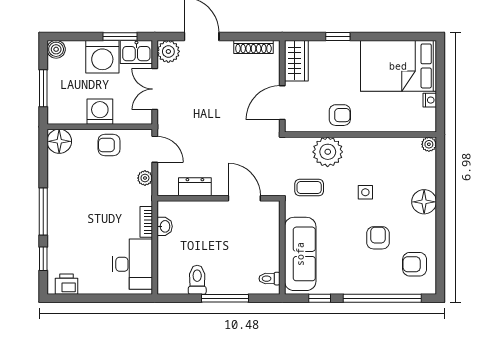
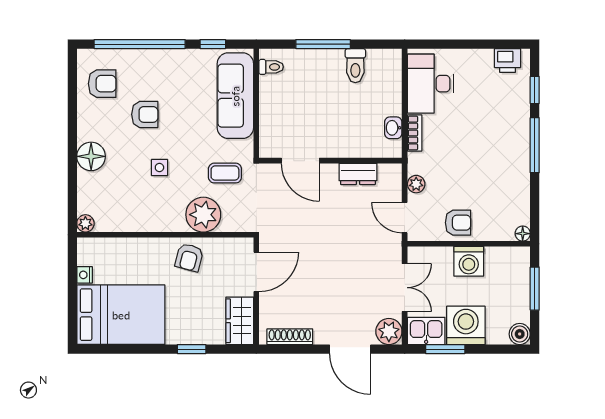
armchair: (340, 115) -> (189, 257), turned -75
floor lamp: (59, 141) -> (523, 234), width x0.53, depth x0.53
armchair: (378, 238) -> (145, 114), turned -90

